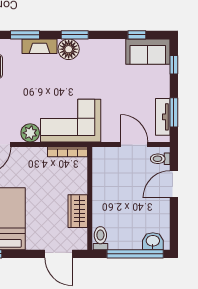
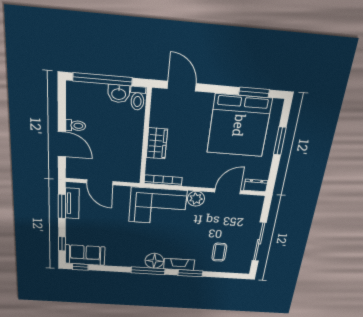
window: (75, 35) -> (148, 271), width x1.44
window: (137, 35) -> (80, 267), moved
toilet: (160, 159) -> (76, 126), moved
door: (174, 184) -> (62, 144), hinge flipped
wardrobe: (78, 211) -> (157, 143), moved
washbasin: (153, 241) -> (119, 94), moved

